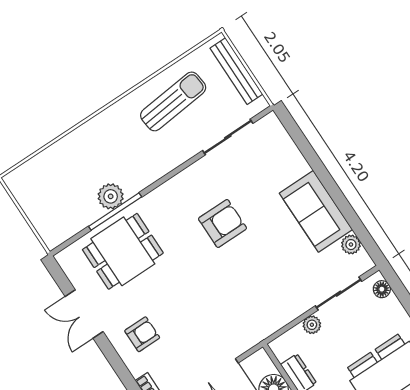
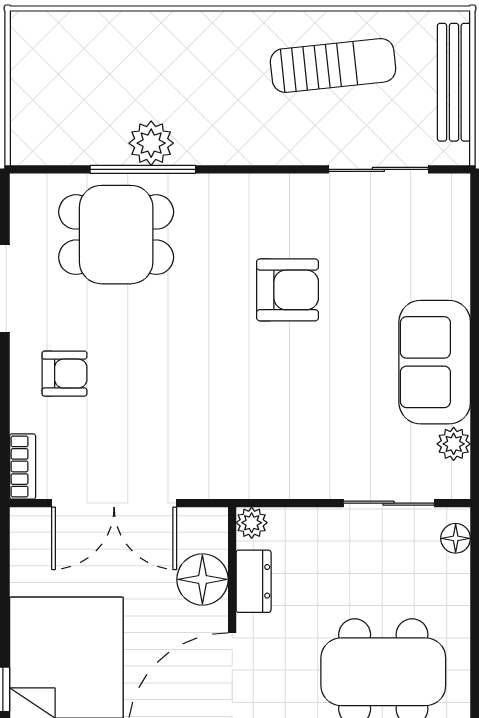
plant: (312, 325) -> (252, 523), moved

